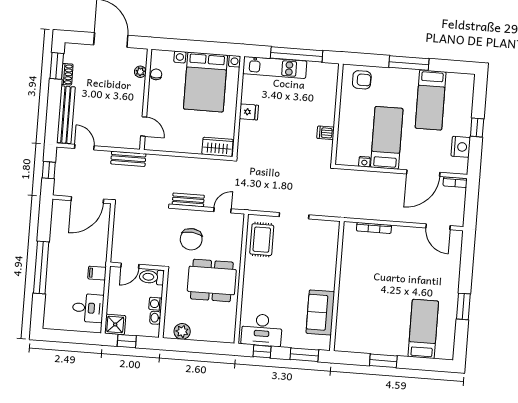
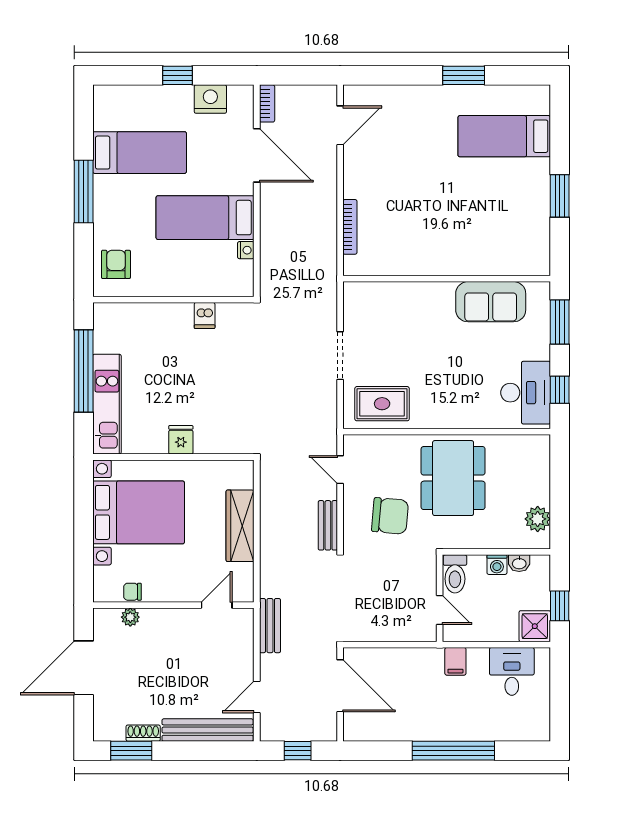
wardrobe: (217, 147) -> (240, 526), moved, width x1.50

